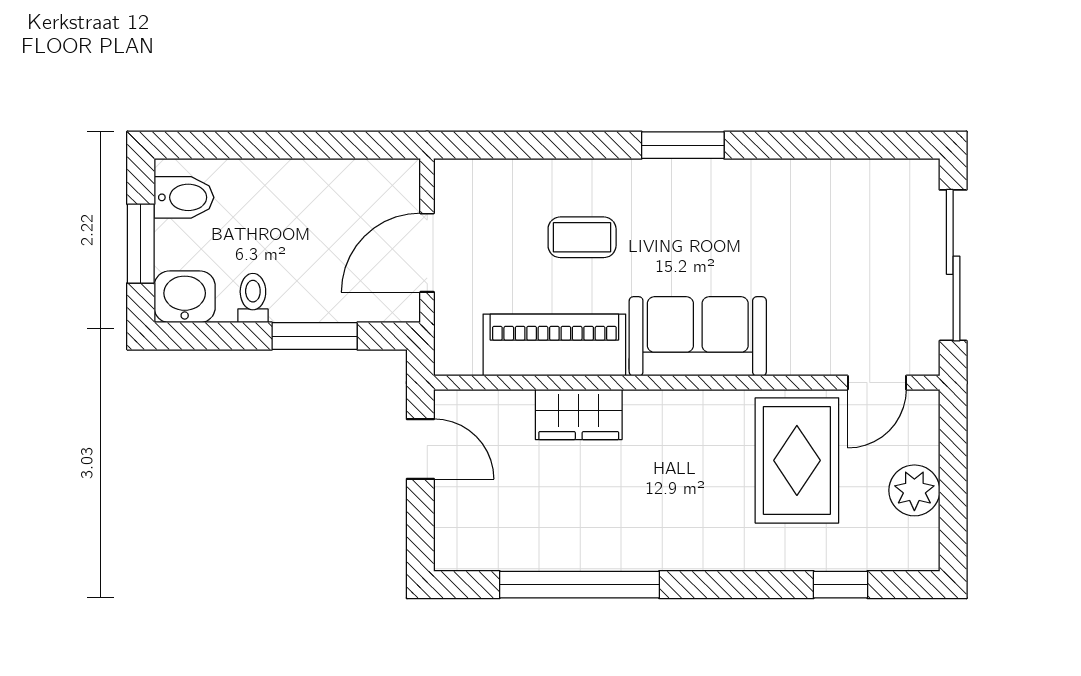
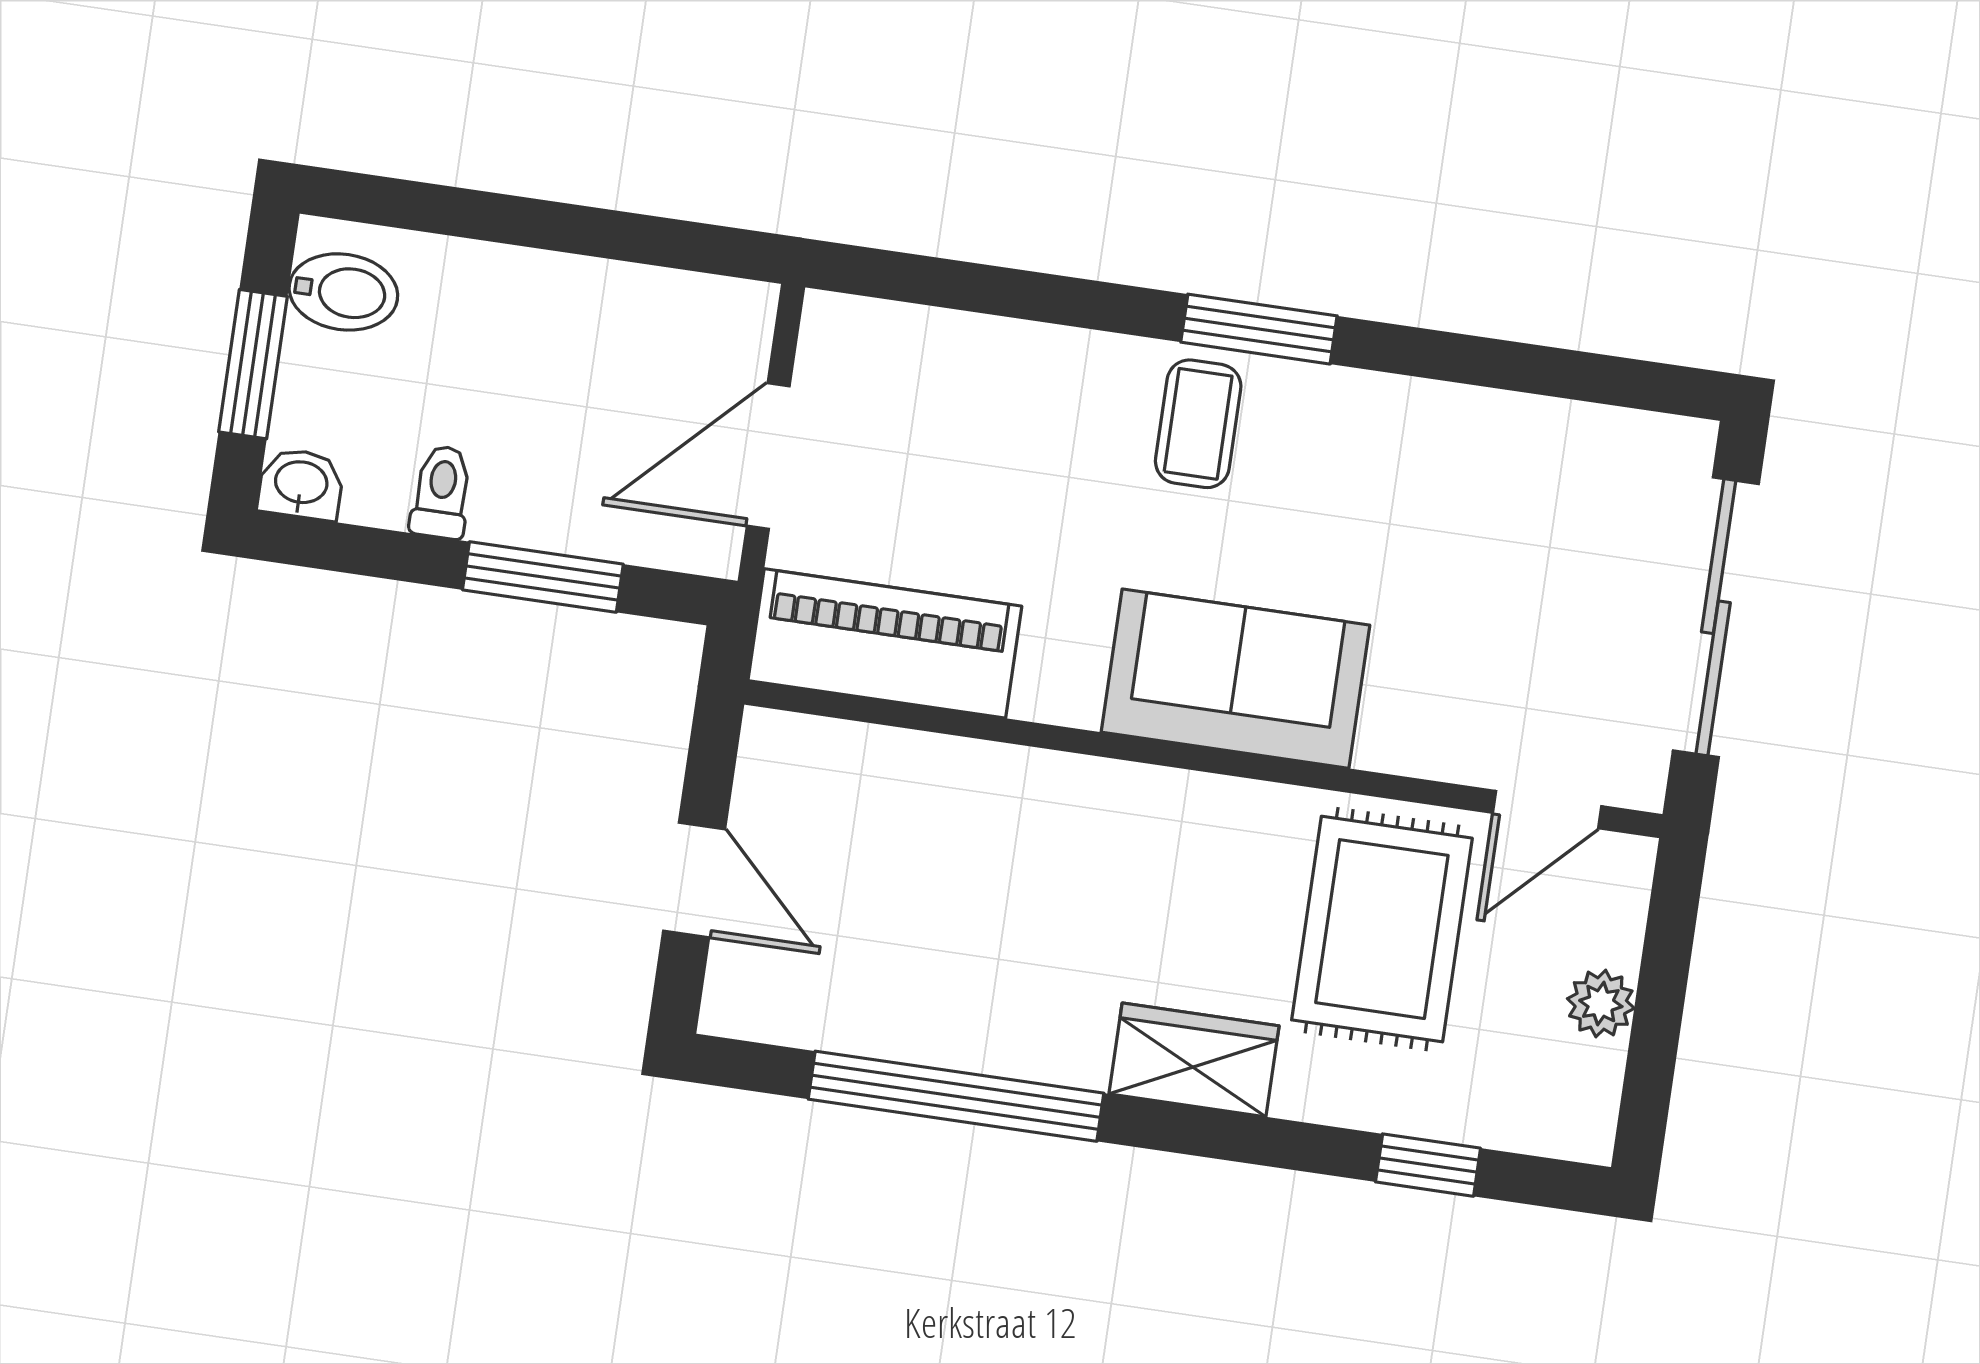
coffee table: (582, 237) -> (1198, 424), moved, turned 90
washbasin: (185, 297) -> (301, 484), width x0.72, depth x0.69
piano: (554, 345) -> (885, 643), moved
wardrobe: (579, 414) -> (1194, 1060), moved, turned 180
door: (420, 449) -> (694, 880), moved
plant: (914, 490) -> (1601, 1003), width x0.73, depth x0.73

